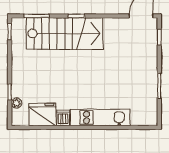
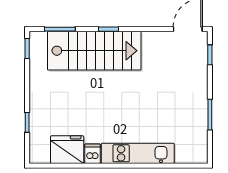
plant: (16, 103) -> (35, 136), removed

